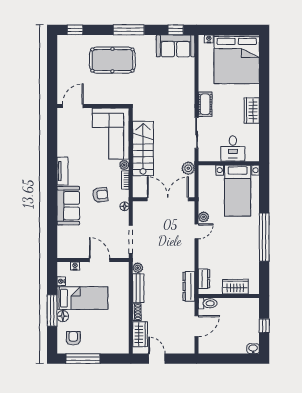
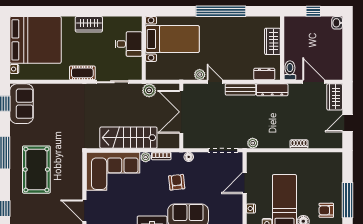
bench: (138, 288) -> (240, 89), moved
wardrobe: (140, 334) -> (335, 97), moved, turned -90

